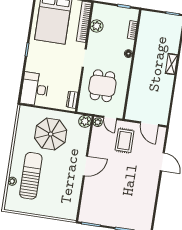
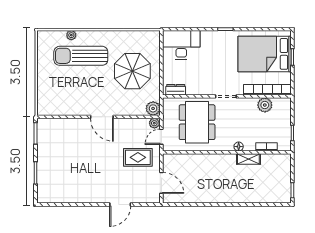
shelving: (171, 64) -> (248, 159), moved
dining table: (102, 86) -> (197, 122), width x1.38
door: (149, 124) -> (161, 183), swing flipped
sun lounger: (31, 176) -> (81, 56), turned 180

